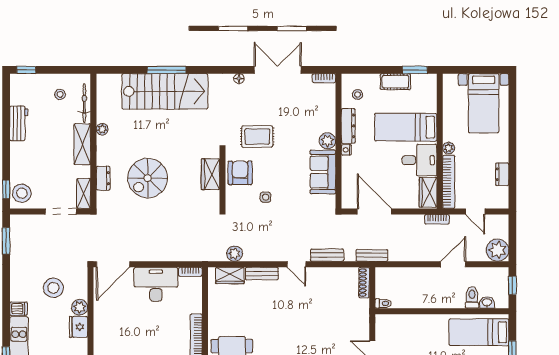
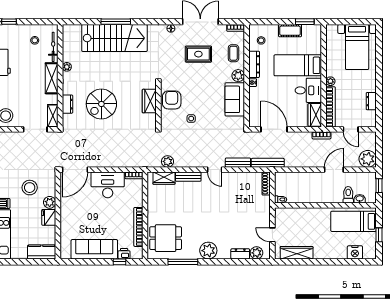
coffee table: (321, 111) -> (233, 53), added
rug: (257, 137) -> (198, 54), moved
bench: (372, 255) -> (268, 163), width x1.36

